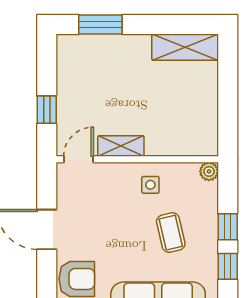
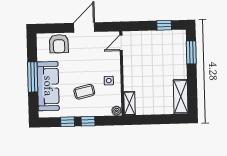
window: (47, 110) -> (164, 25), moved
shelving: (121, 146) -> (129, 103), moved
door: (79, 159) -> (121, 43), swing flipped

